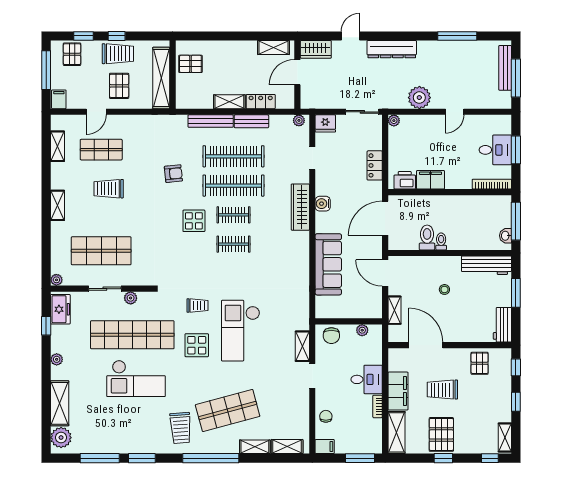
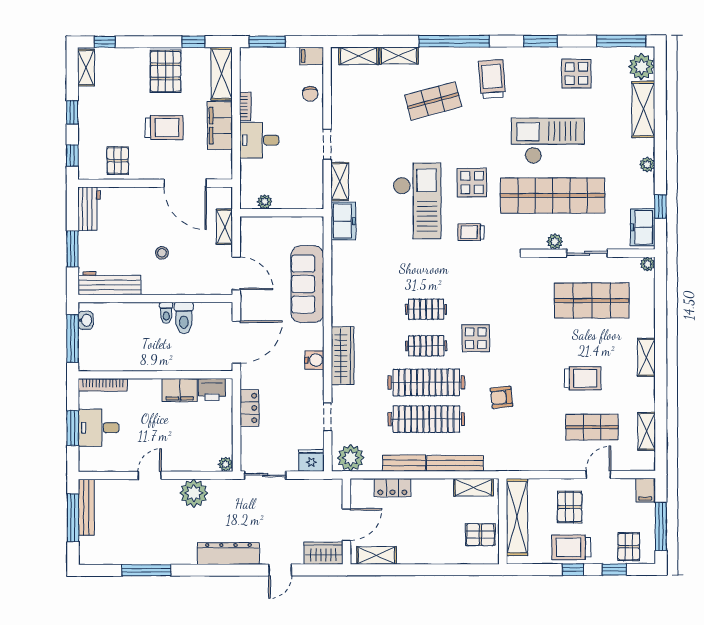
bench: (505, 68) -> (86, 507), moved
shelving: (229, 102) -> (473, 487), moved
plant: (299, 120) -> (351, 458), width x1.88, depth x1.88
freezer: (300, 315) -> (343, 221), added
chair: (331, 336) -> (303, 195), removed
shop shelf: (228, 410) -> (433, 101), width x0.70, depth x0.74
display table: (113, 432) -> (576, 74), added
window: (100, 458) -> (621, 41), moved
window: (443, 458) -> (193, 42), moved

